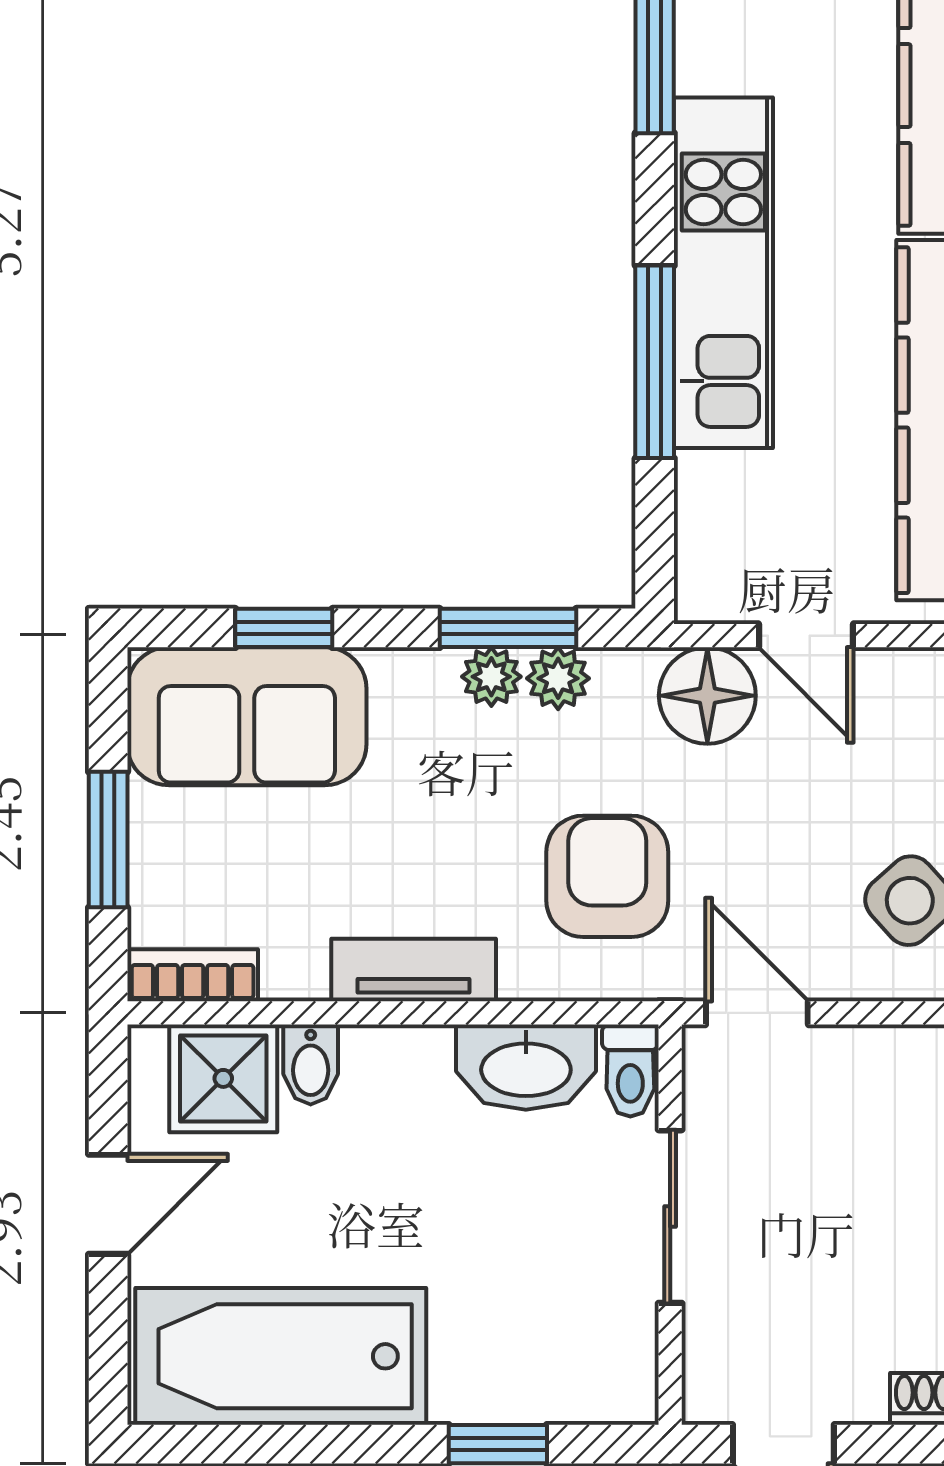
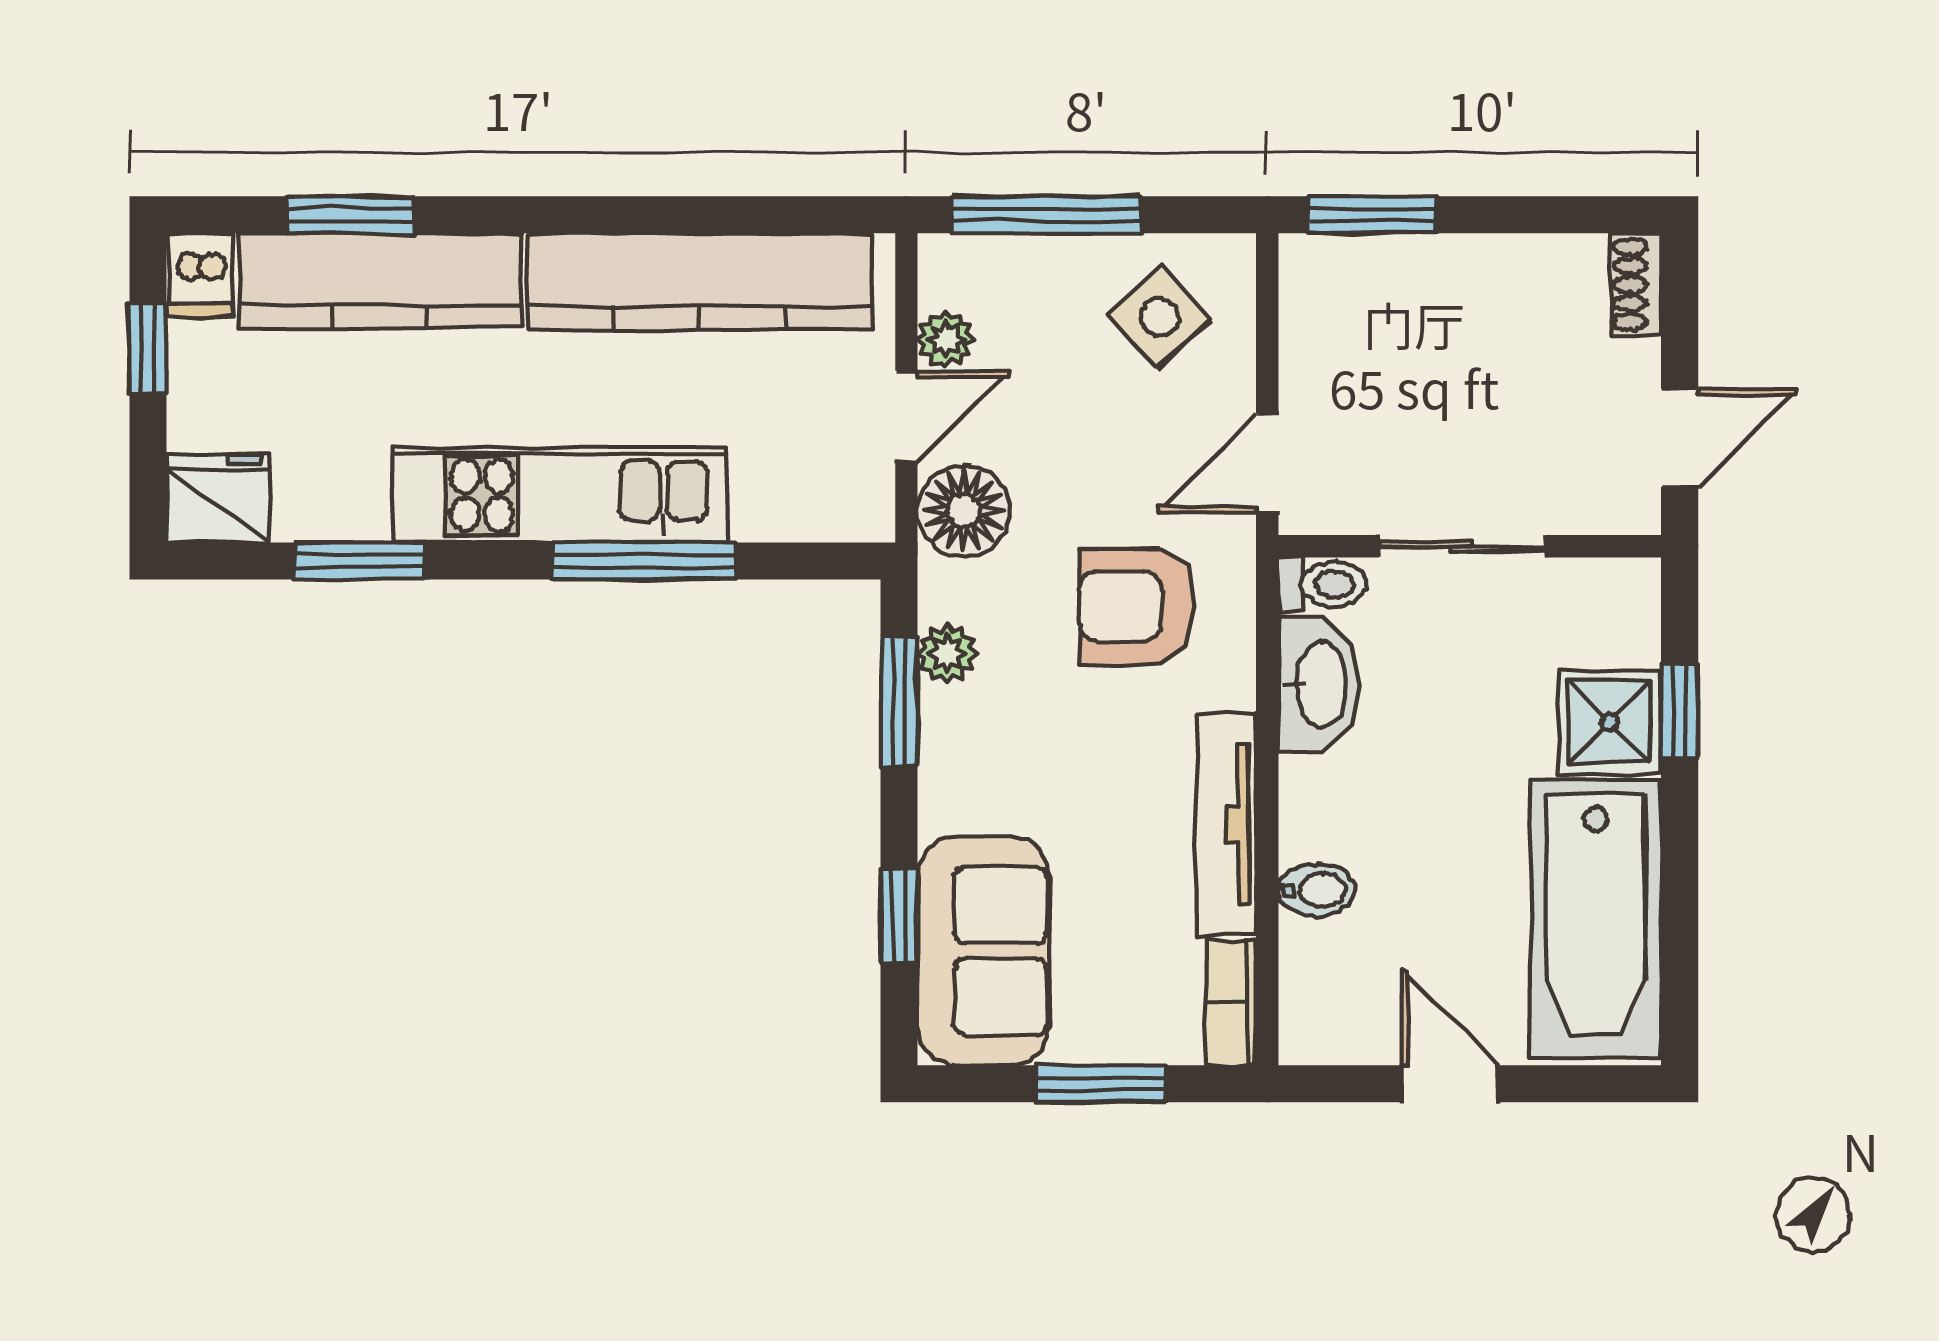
plant: (491, 677) -> (946, 340), moved
tv unit: (414, 970) -> (1226, 824), width x1.41
shower: (223, 1078) -> (1610, 722), moved

